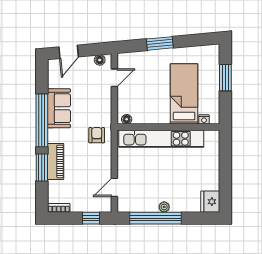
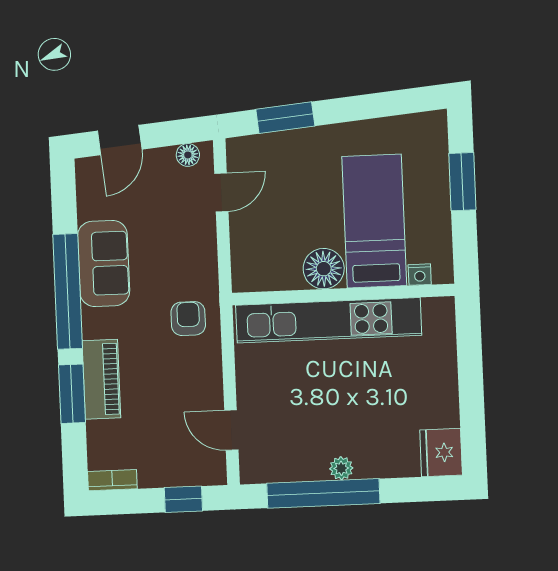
window: (160, 43) -> (285, 118), moved
floor lamp: (127, 119) -> (324, 269), moved, width x1.89, depth x1.89
door: (114, 187) -> (231, 430), hinge flipped

